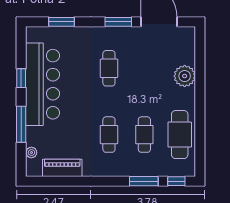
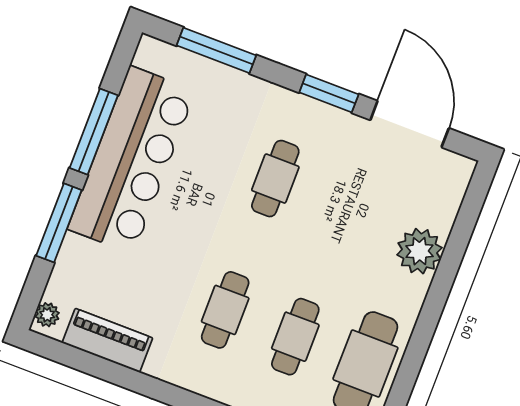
window: (62, 22) -> (216, 50), width x1.44
window: (21, 78) -> (94, 132), width x2.17
plant: (31, 152) -> (47, 315), moved

